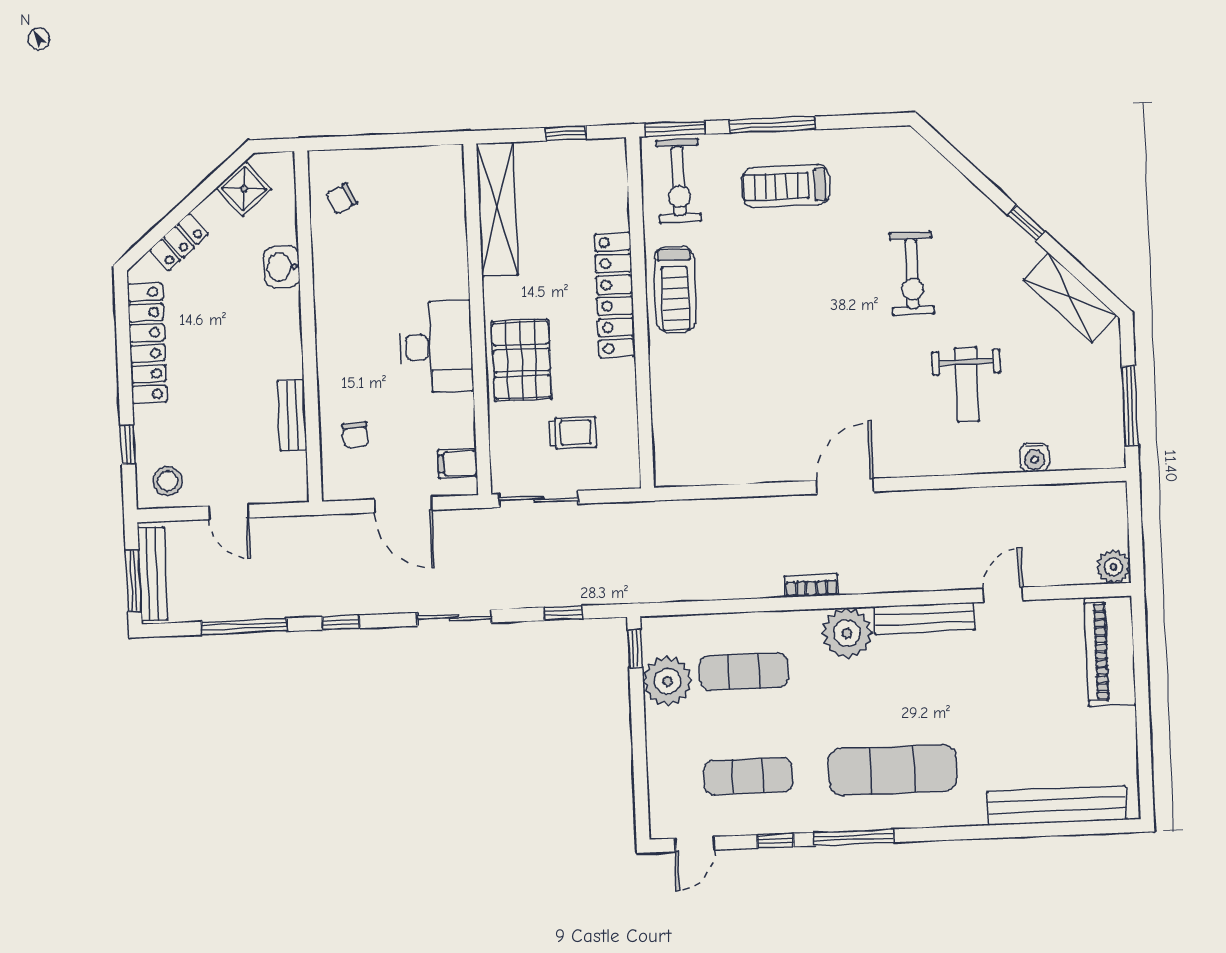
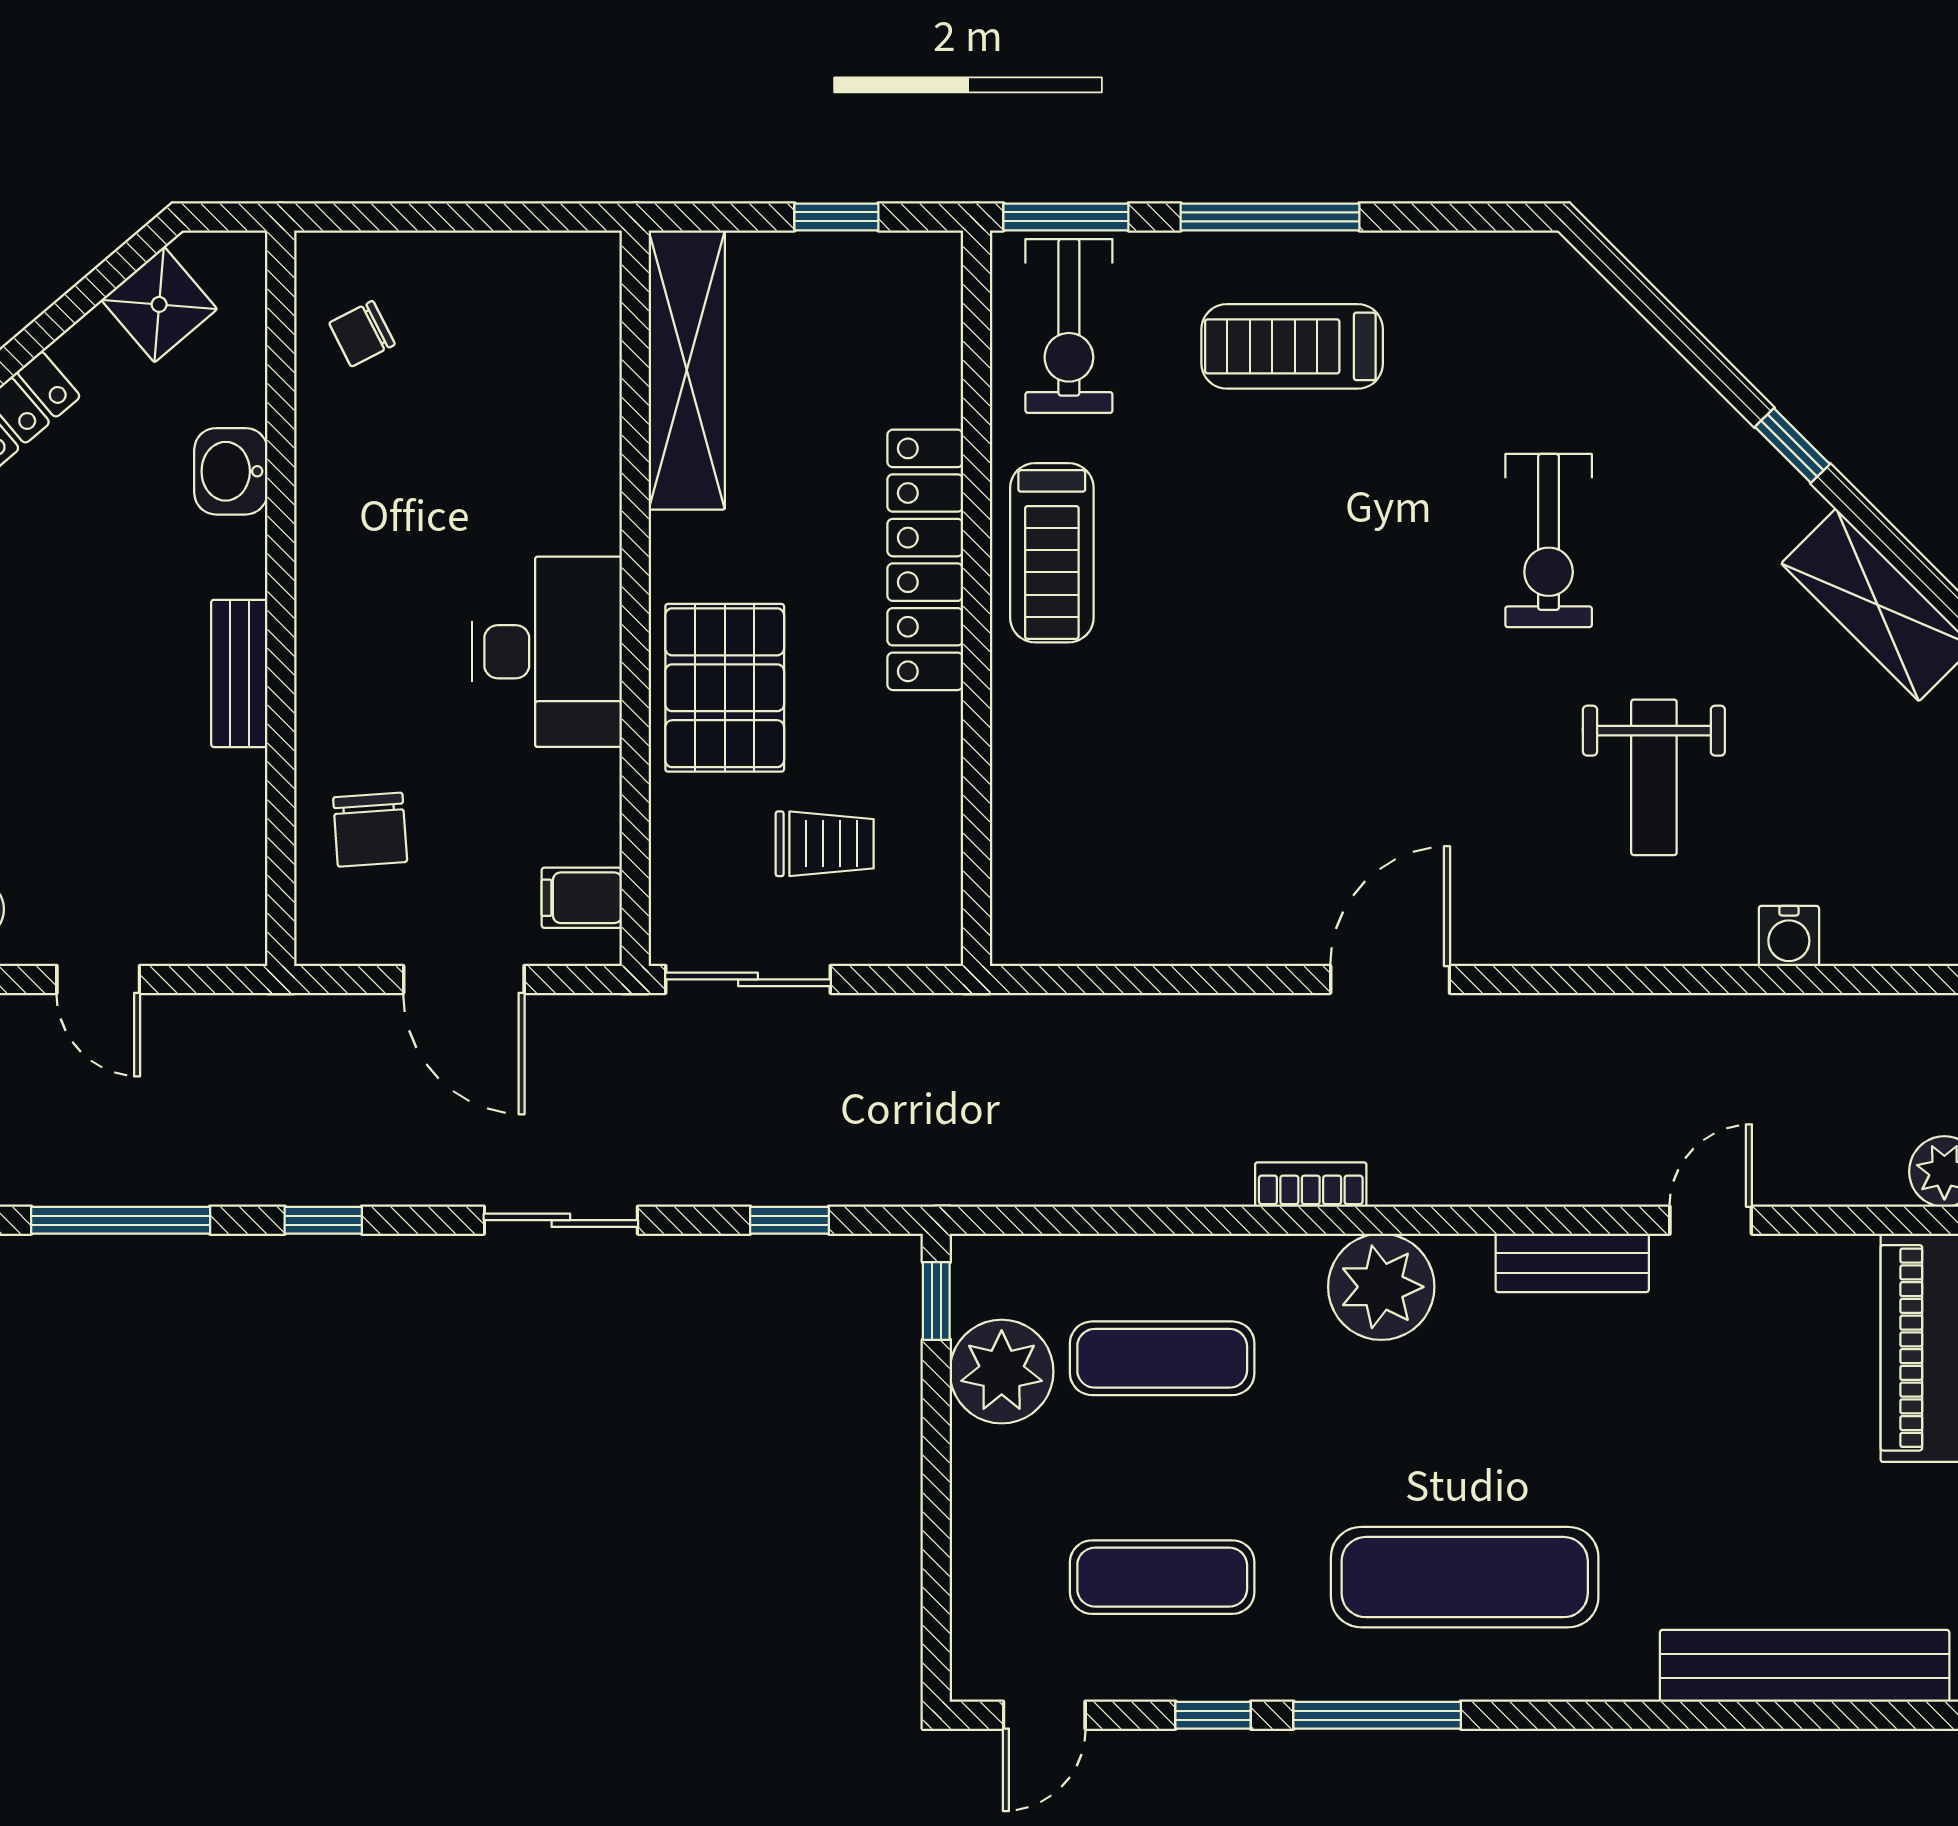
bench: (292, 415) -> (239, 673), moved
chair: (355, 435) -> (370, 830), width x1.37, depth x1.37
bench: (924, 618) -> (1572, 1263), width x0.73

